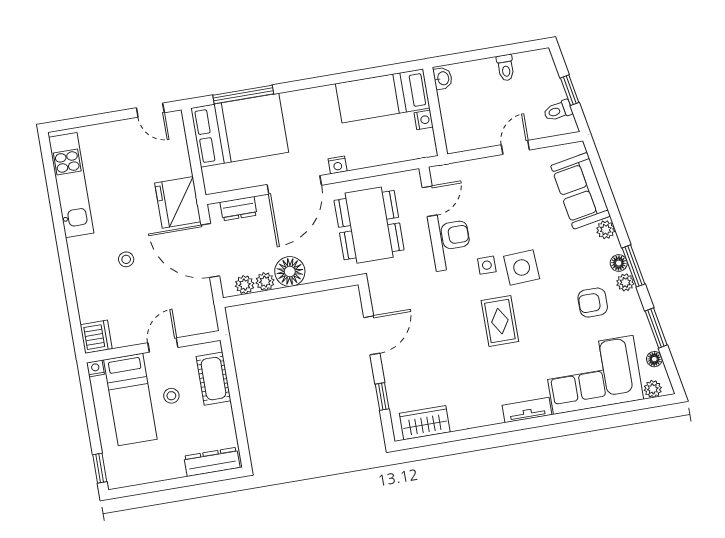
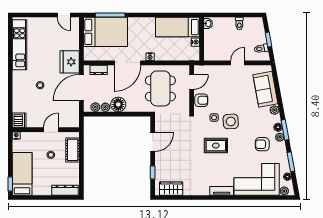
door: (210, 250) -> (81, 88), hinge flipped
rug: (500, 321) -> (216, 146), turned 90
bed: (130, 400) -> (22, 174), moved, turned 180

